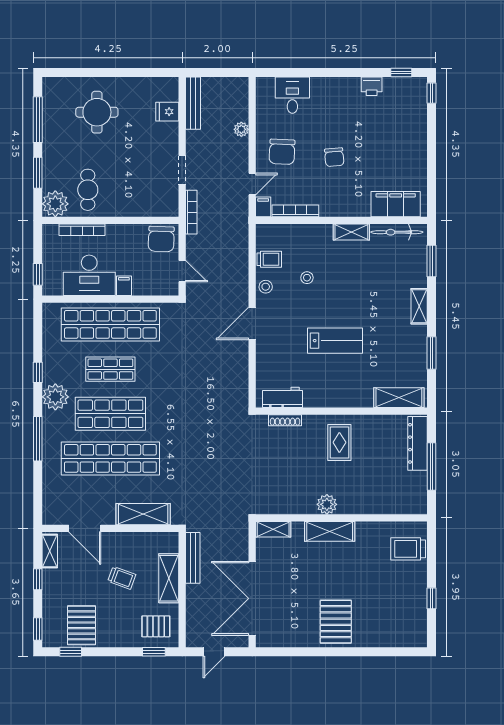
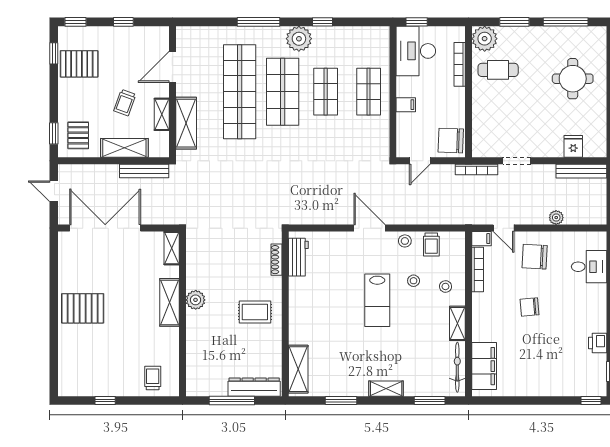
stool: (313, 244) -> (445, 286), added
desk: (89, 275) -> (416, 51), moved
shop shelf: (110, 324) -> (369, 92), width x0.50, depth x0.74
lab bench: (335, 341) -> (377, 300), moved
trolley: (408, 549) -> (153, 378), width x0.73, depth x0.72
shelving: (50, 551) -> (162, 114), moved, turned 90

